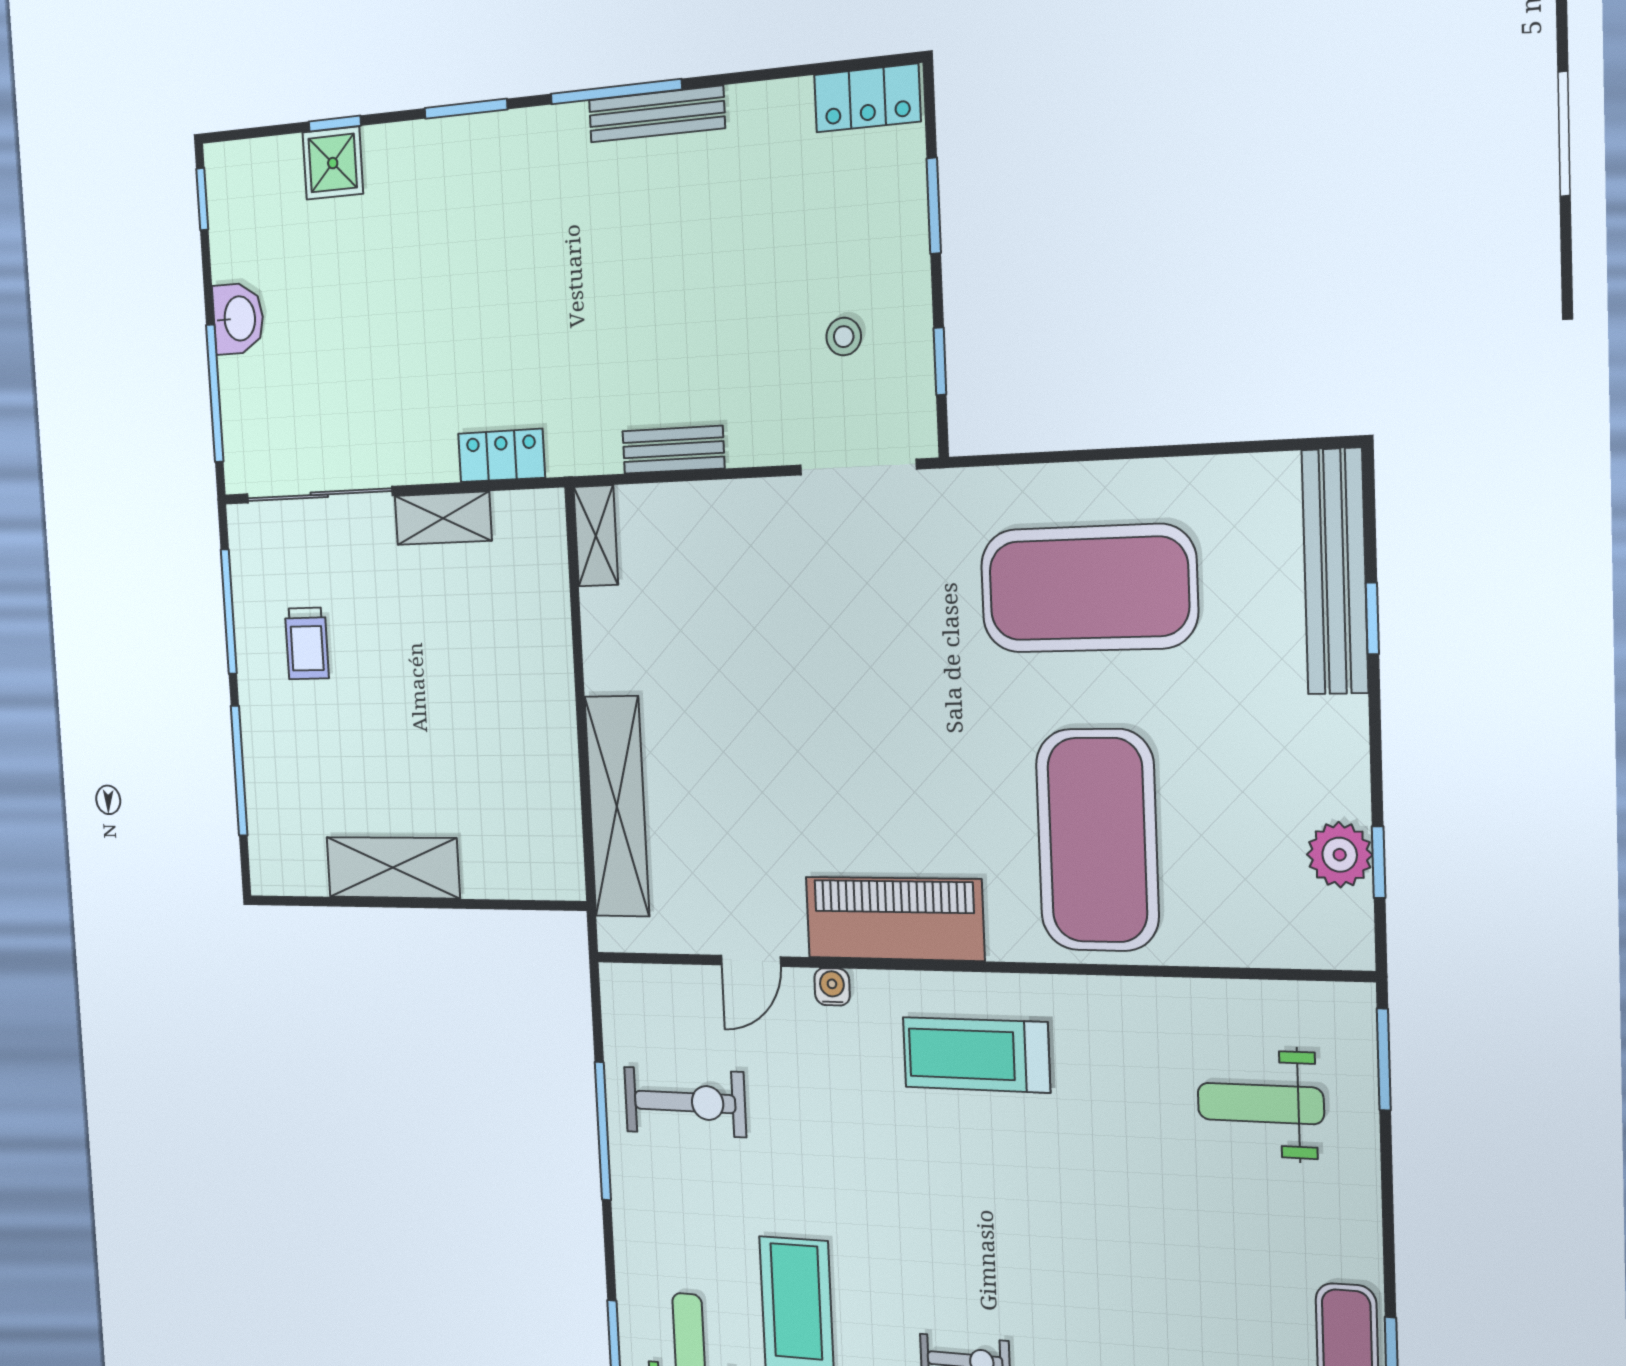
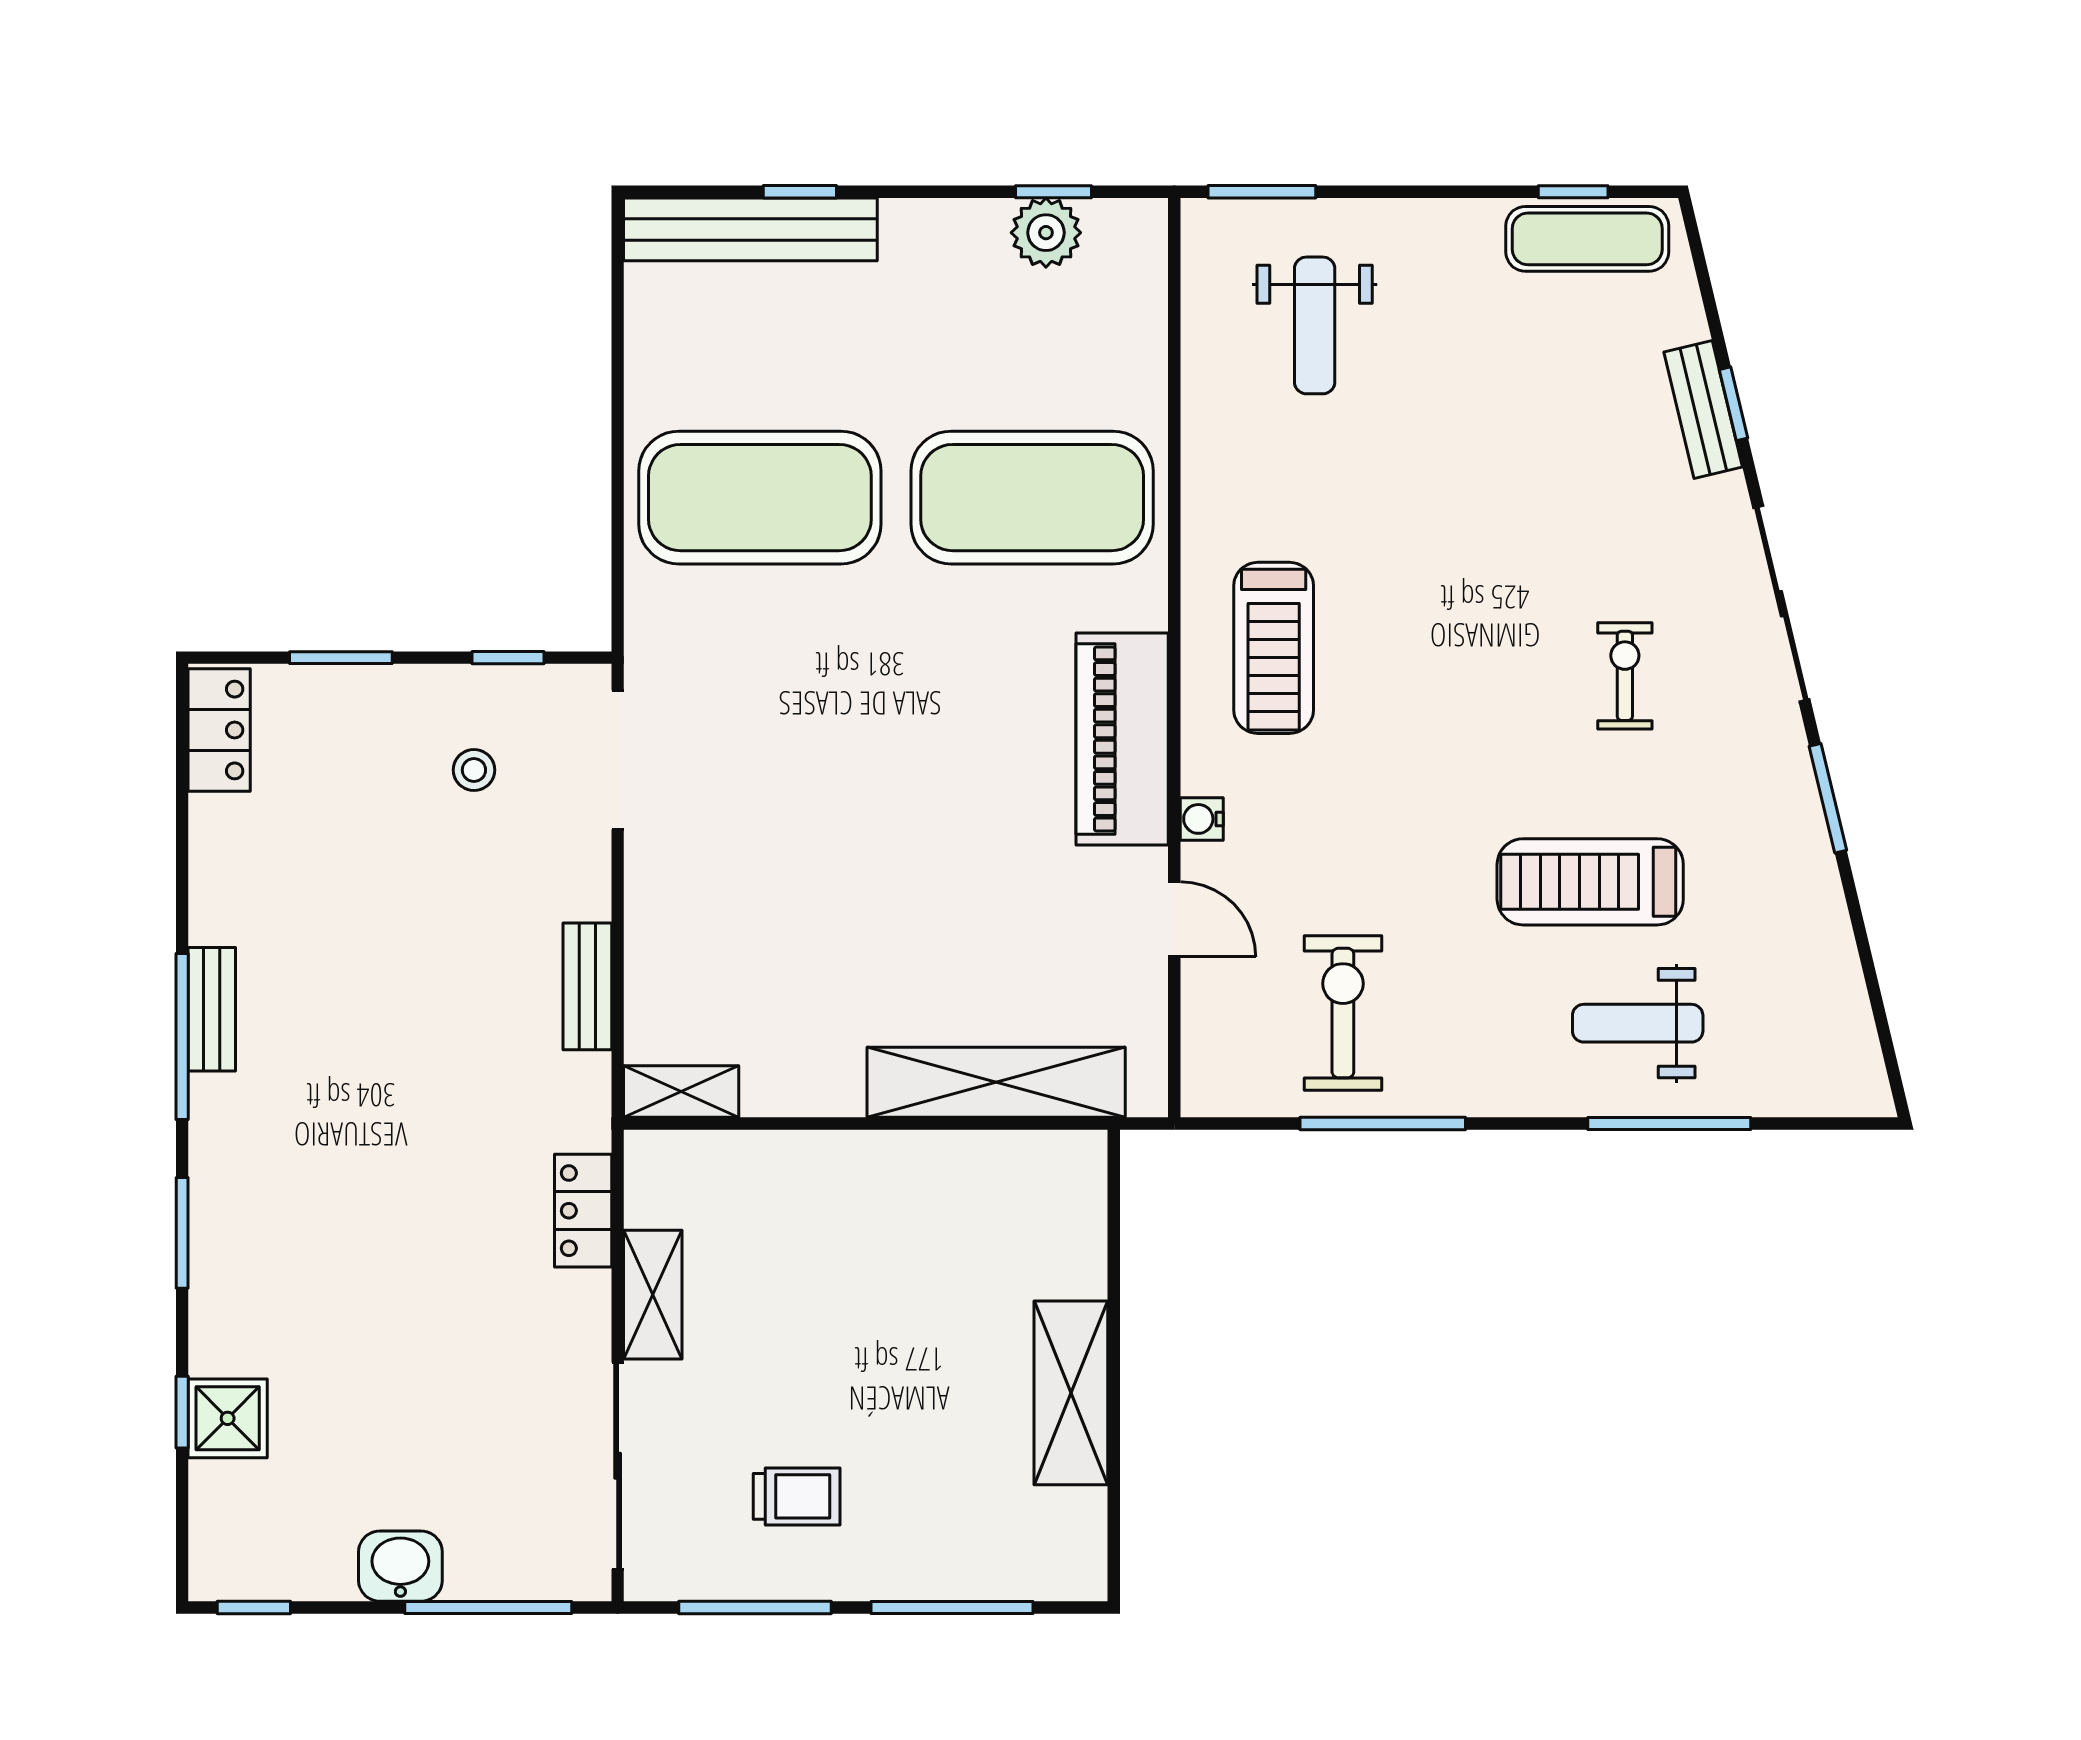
bench: (657, 114) -> (212, 1009), width x0.73
exercise mat: (1088, 589) -> (760, 498), turned 90

